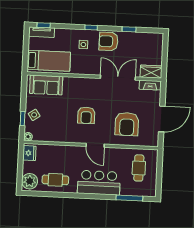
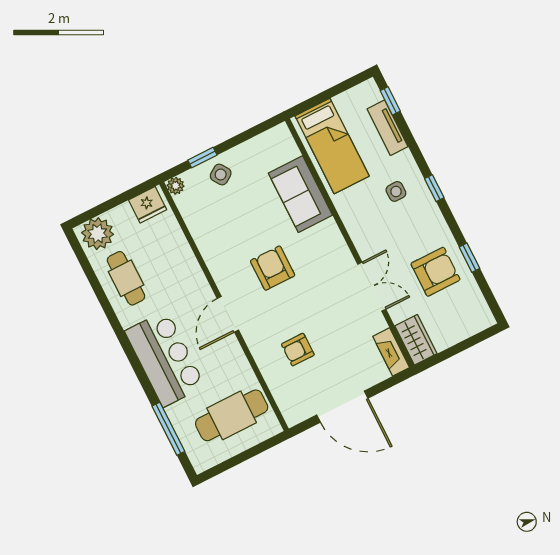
tv unit: (42, 32) -> (388, 128), moved
armchair: (109, 41) -> (435, 272), moved, turned 90
double door: (118, 78) -> (372, 287), width x0.73
sofa: (46, 85) -> (300, 194), moved
armchair: (86, 115) -> (273, 268), turned 90
armchair: (127, 124) -> (298, 350), width x0.53, depth x0.53
cafe table: (139, 168) -> (232, 415), width x1.37, depth x1.35

